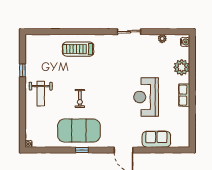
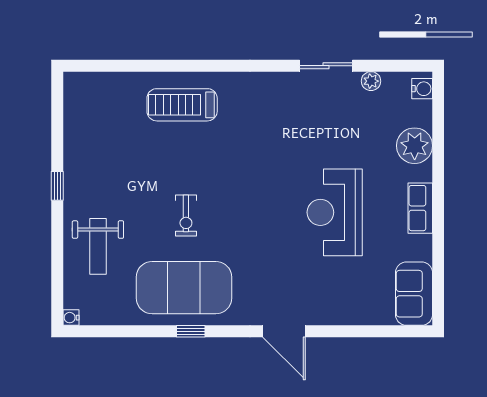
sliding door: (129, 32) -> (326, 66), moved
window: (22, 70) -> (57, 186), moved
weight bench: (41, 94) -> (98, 246), moved
sofa: (156, 139) -> (414, 294), moved, turned -90

